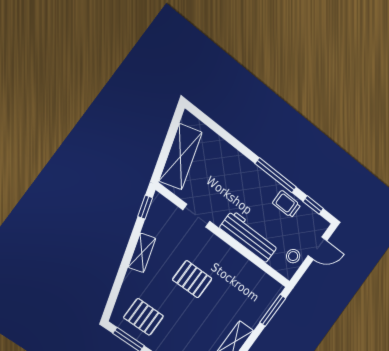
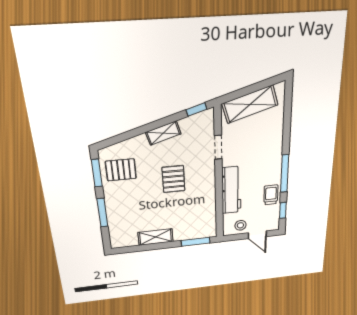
pallet: (144, 317) -> (121, 170), turned 90

